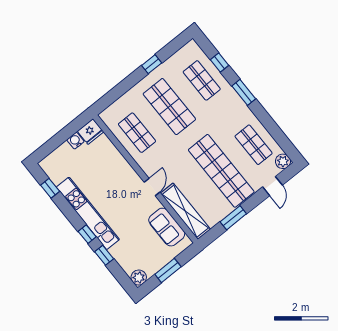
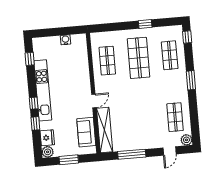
window: (220, 63) -> (187, 37), moved
fridge: (91, 132) -> (47, 138), moved, turned -90
shop shelf: (221, 171) -> (144, 120), removed
window: (233, 218) -> (132, 154), width x1.44

